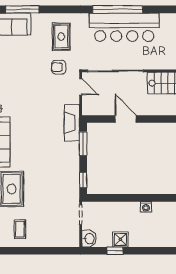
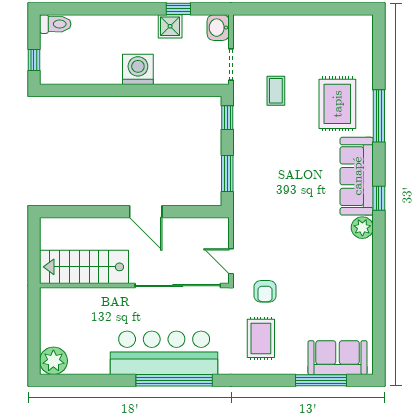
armchair: (59, 67) -> (265, 291), turned 90
door: (126, 119) -> (146, 212), moved
fireplace: (72, 123) -> (245, 206), removed
washing machine: (146, 207) -> (138, 69), width x1.89, depth x1.89
coffee table: (20, 229) -> (276, 91), moved

